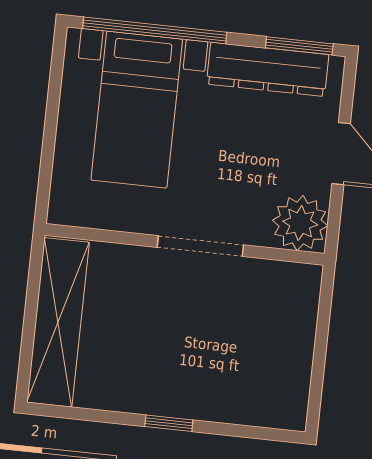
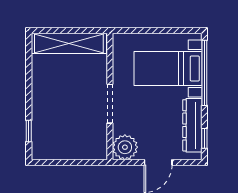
window: (299, 46) -> (204, 138), width x0.67
window: (169, 423) -> (29, 131), moved

